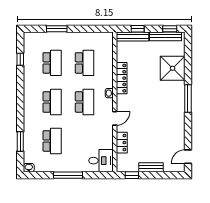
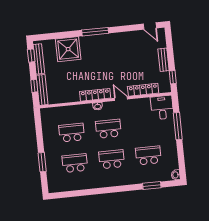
window: (20, 59) -> (74, 193), removed
locker: (122, 78) -> (95, 95), moved
locker: (122, 143) -> (143, 90), width x1.53
window: (68, 175) -> (178, 126), moved

